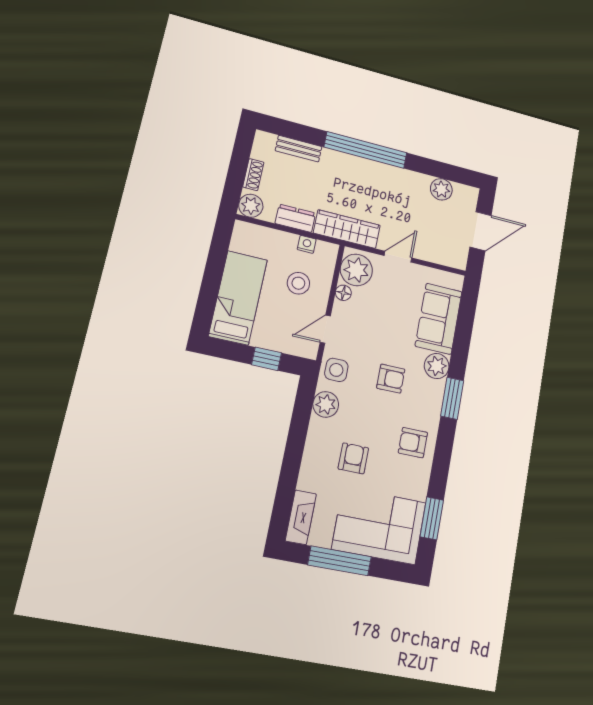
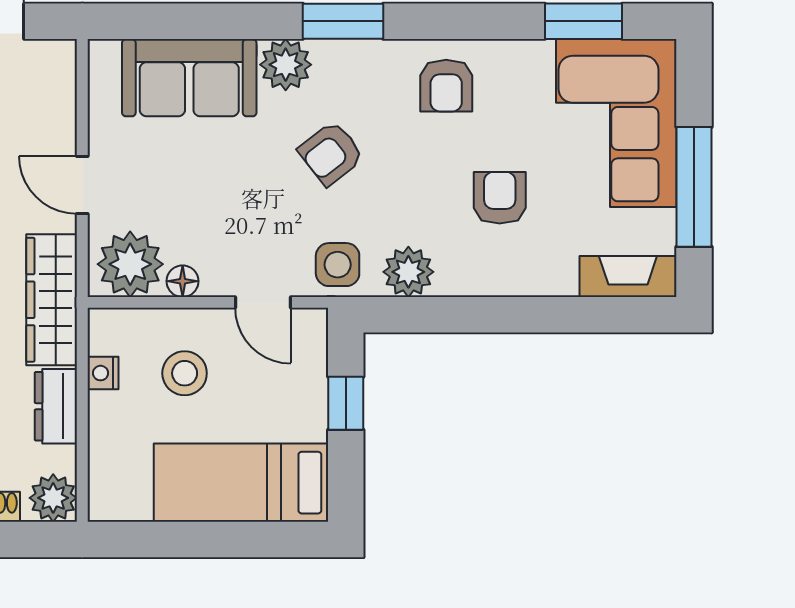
armchair: (391, 379) -> (331, 153), turned -128
armchair: (353, 458) -> (500, 198), turned 90

